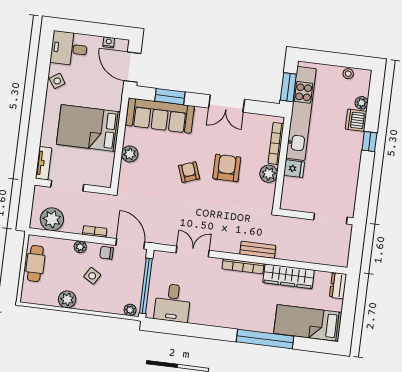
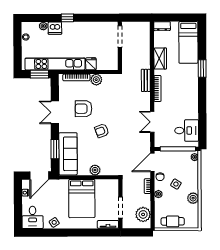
double door: (227, 104) -> (55, 112), swing flipped
armchair: (227, 168) -> (83, 109), moved
wardrobe: (289, 276) -> (160, 59), width x0.67
window: (265, 339) -> (202, 68), width x0.47

